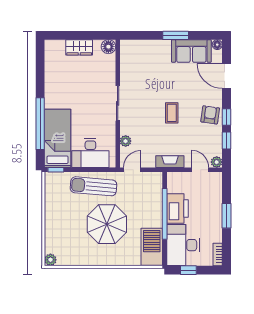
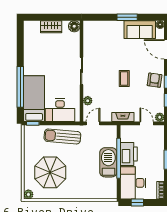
parasol: (107, 224) -> (50, 172), moved
barbecue: (152, 247) -> (108, 162), moved

